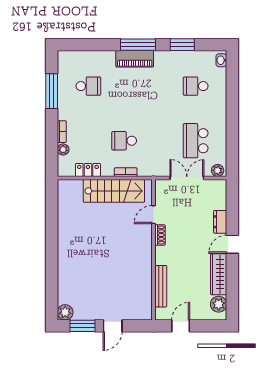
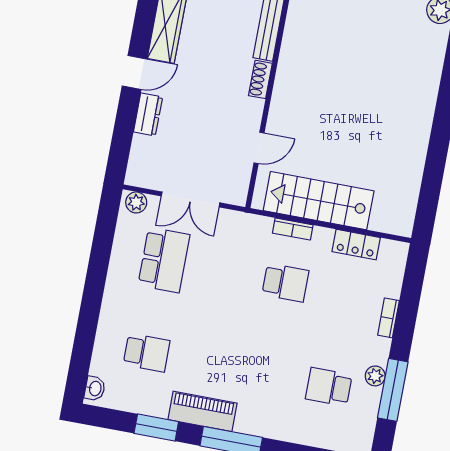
piano: (135, 59) -> (202, 411), moved
plant: (63, 149) -> (375, 376), moved
shoe rack: (160, 235) -> (260, 79), moved

